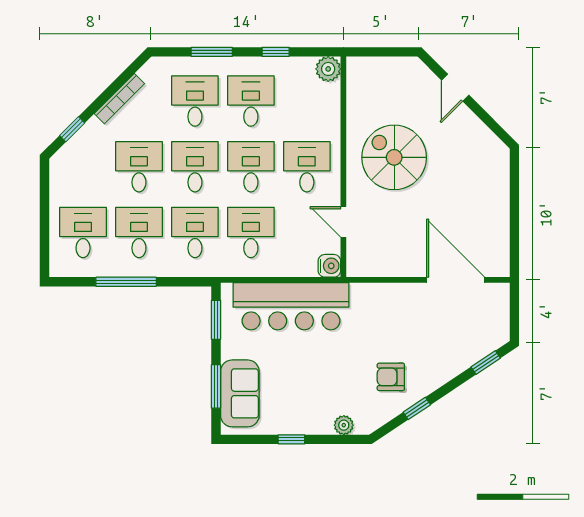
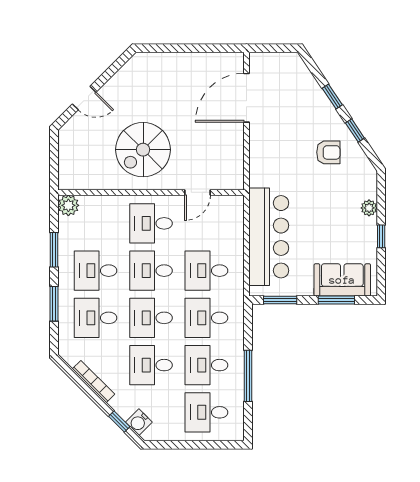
window: (276, 52) -> (54, 250), width x1.50
water cooler: (329, 266) -> (139, 422), moved, turned -135
window: (486, 362) -> (332, 97), moved
armchair: (391, 377) -> (328, 152), turned -90
plant: (344, 425) -> (369, 208), moved

